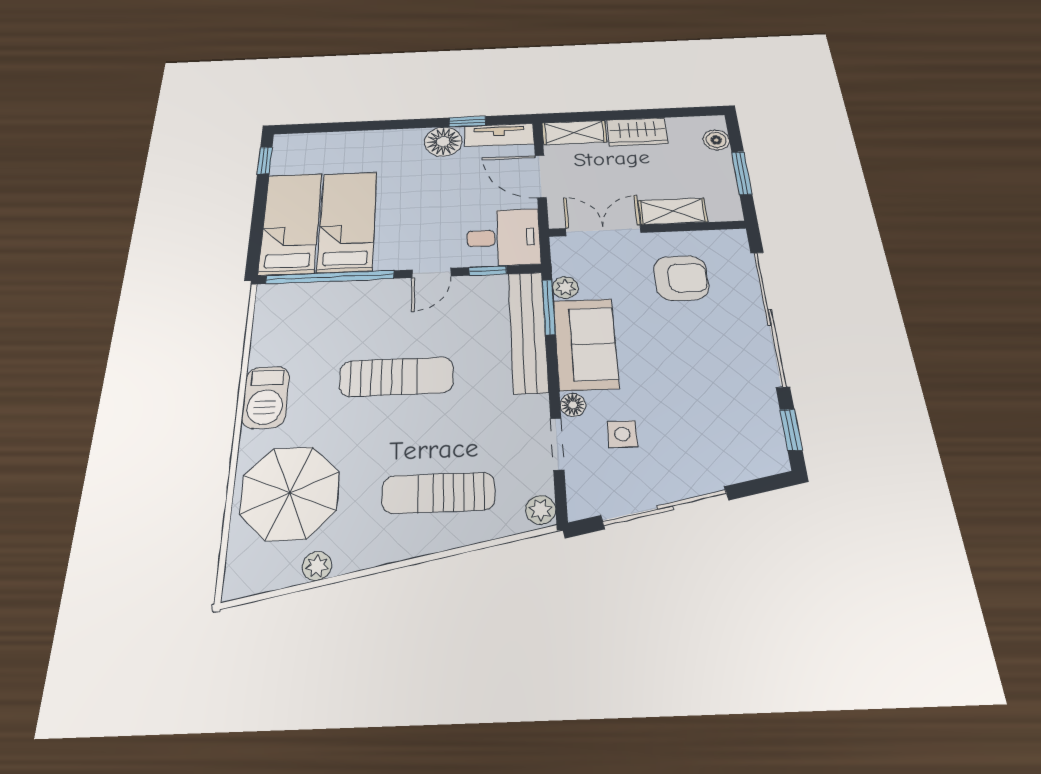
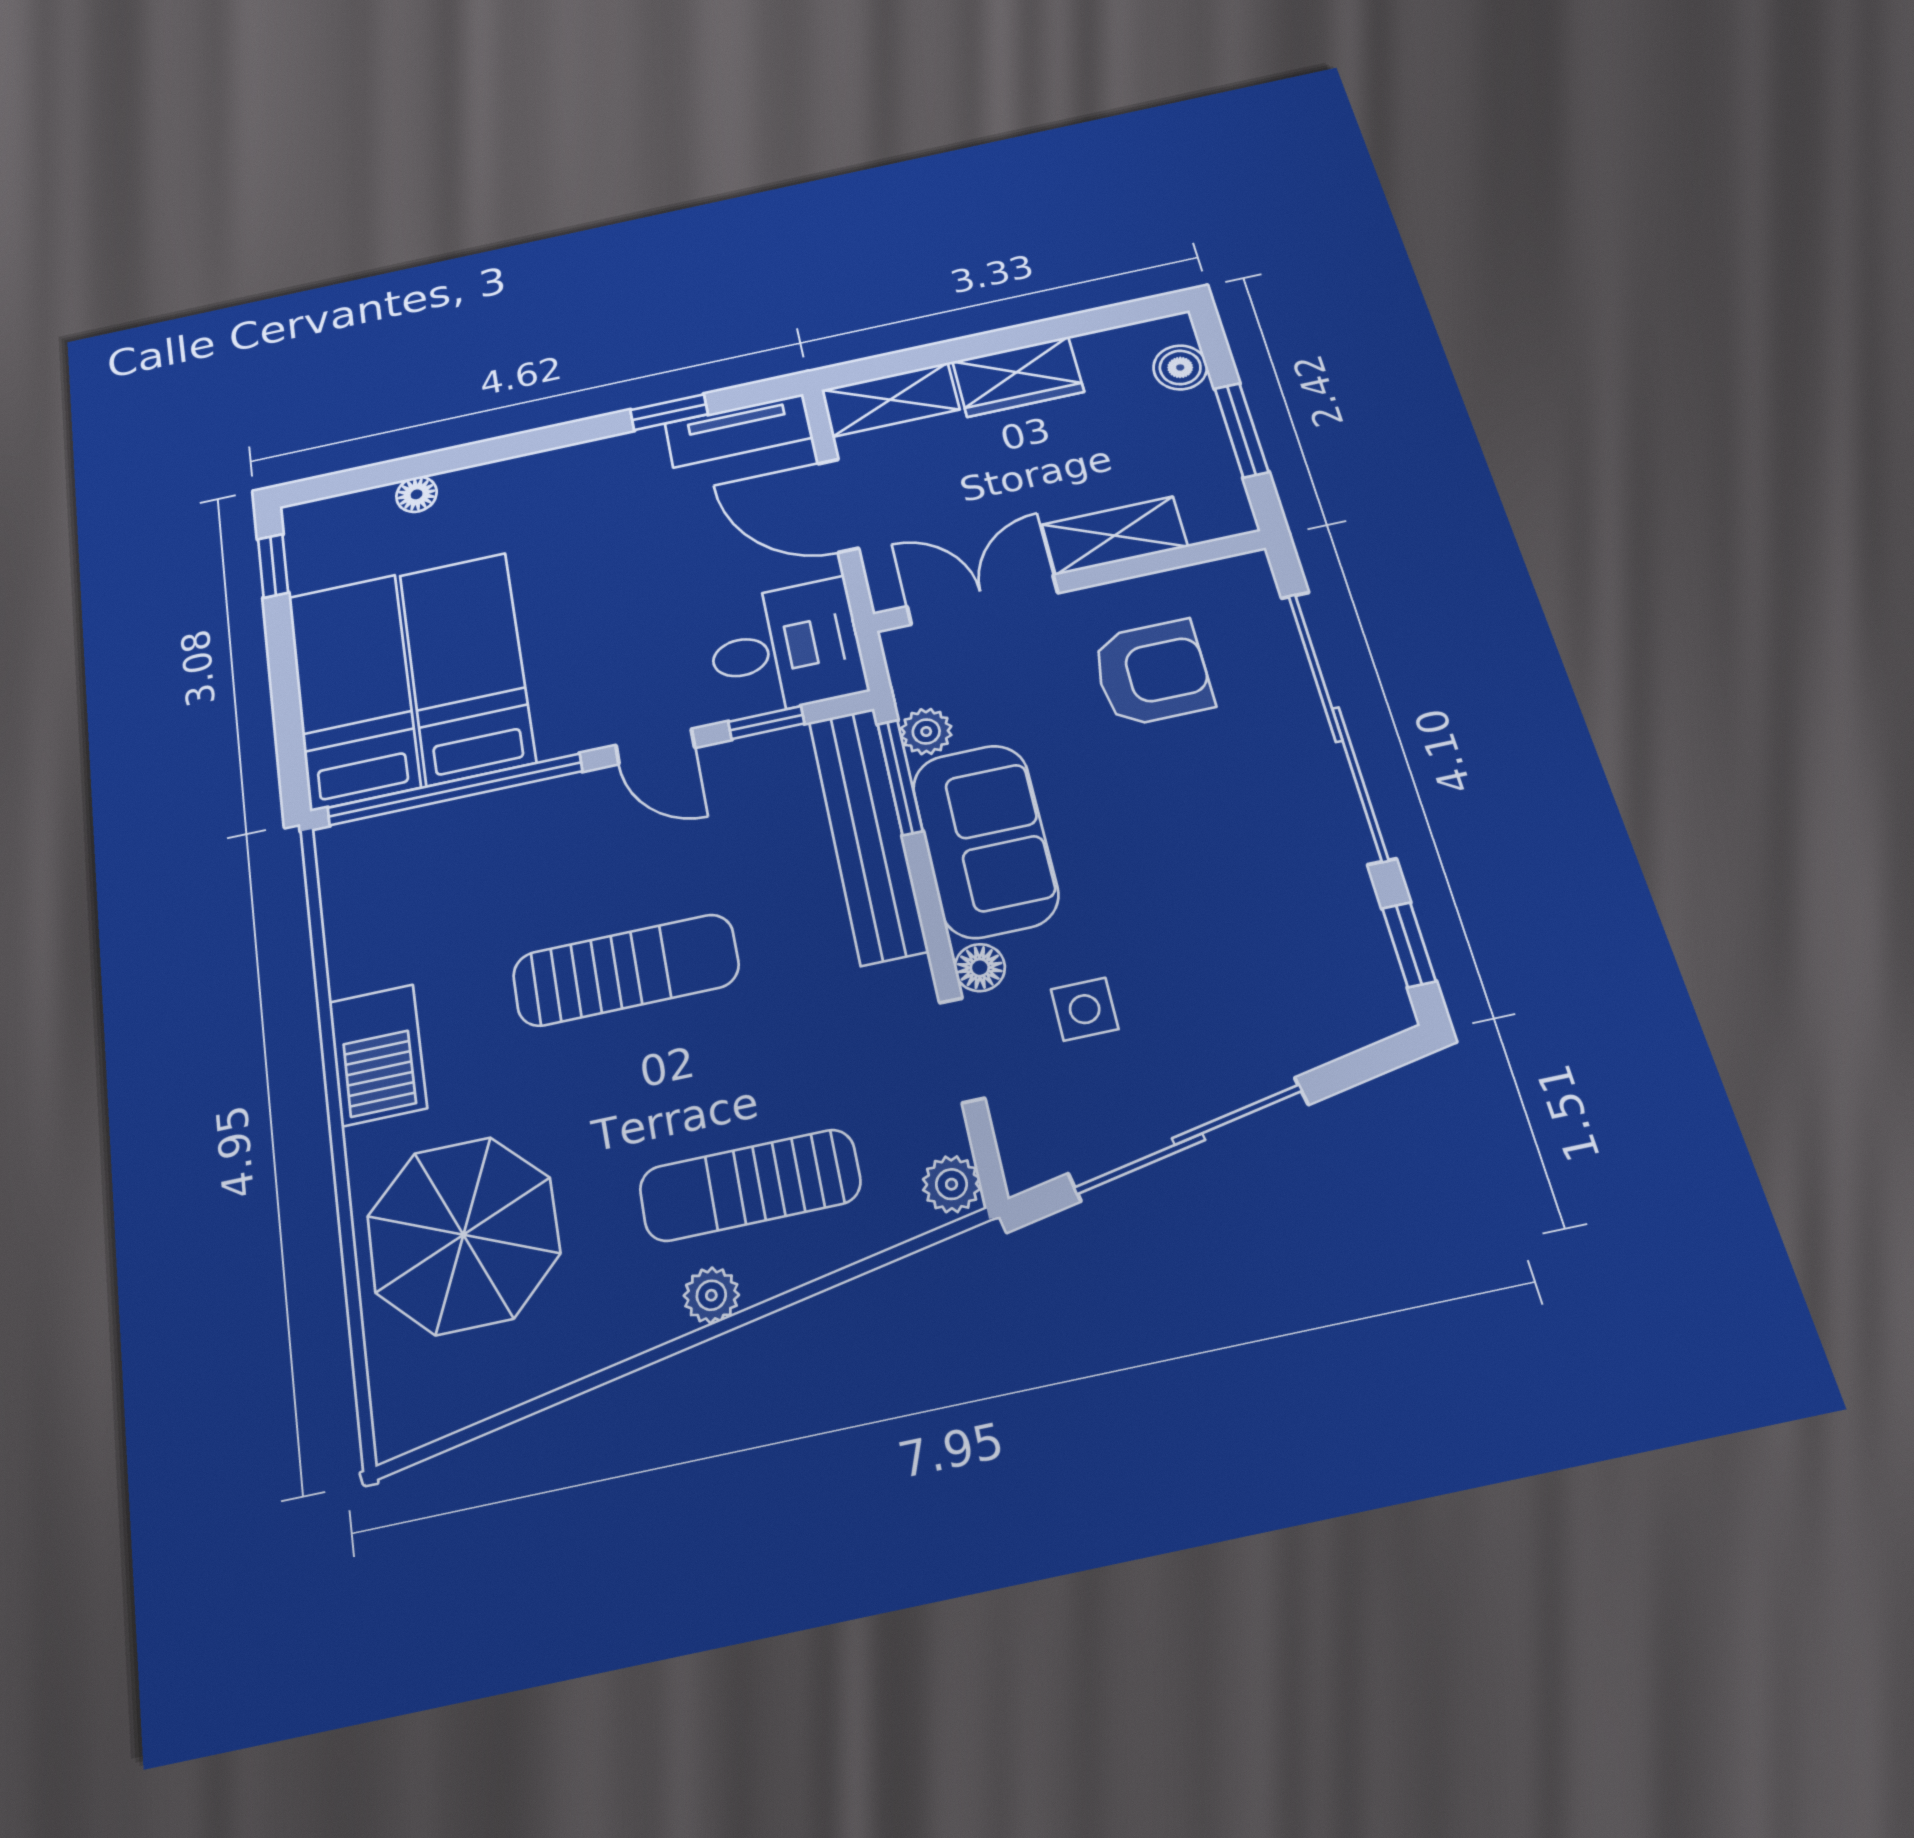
floor lamp: (443, 142) -> (417, 494), moved, width x0.53, depth x0.53
door: (431, 273) -> (655, 746), hinge flipped
plant: (317, 566) -> (711, 1295), moved

